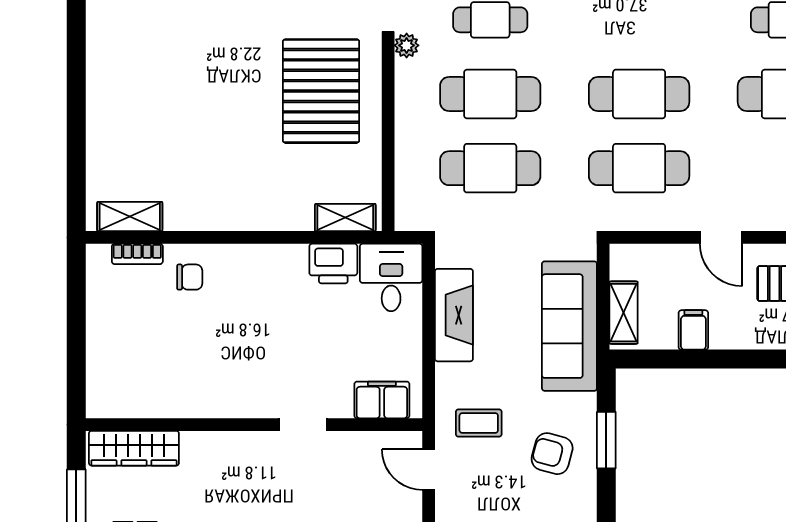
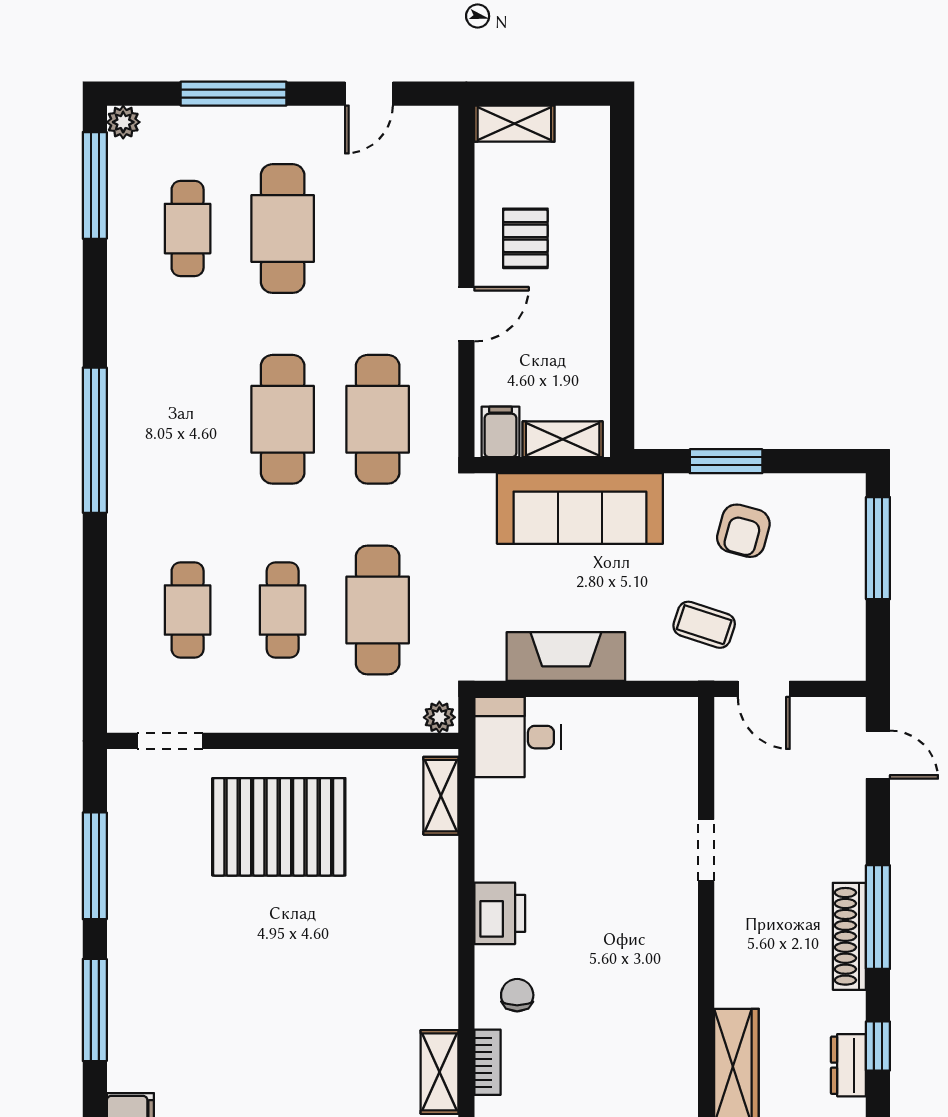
plant: (407, 45) -> (439, 717), moved
cafe table: (490, 94) -> (283, 610), width x0.73, depth x0.74
printer: (333, 264) -> (500, 913), moved
filing cabinet: (693, 330) -> (501, 432), moved, turned 90
filing cabinet: (382, 400) -> (675, 749), removed
coffee table: (479, 423) -> (704, 625), turned -72
door: (429, 470) -> (764, 689), hinge flipped

